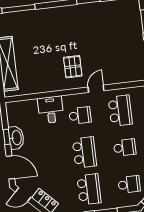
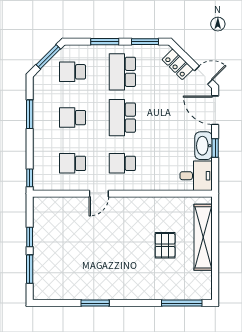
pallet: (73, 67) -> (165, 245), moved
desk: (51, 110) -> (196, 176), moved, turned -90
school desk: (120, 111) -> (73, 163), width x0.54

